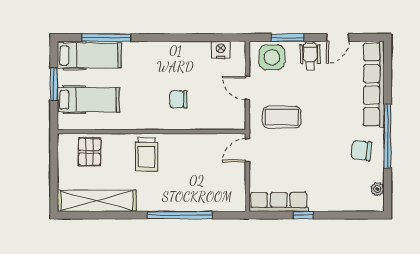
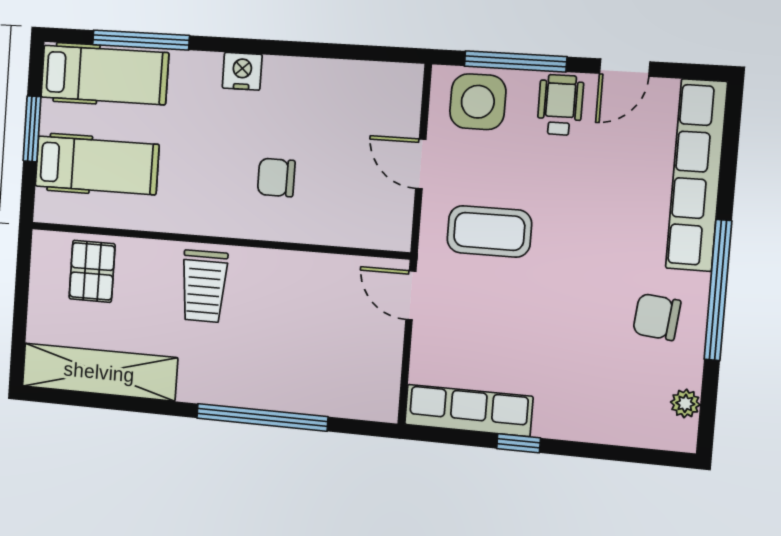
window: (288, 38) -> (515, 61), width x1.44
nightstand: (221, 50) -> (242, 71), moved
door: (247, 150) -> (411, 295), hinge flipped

